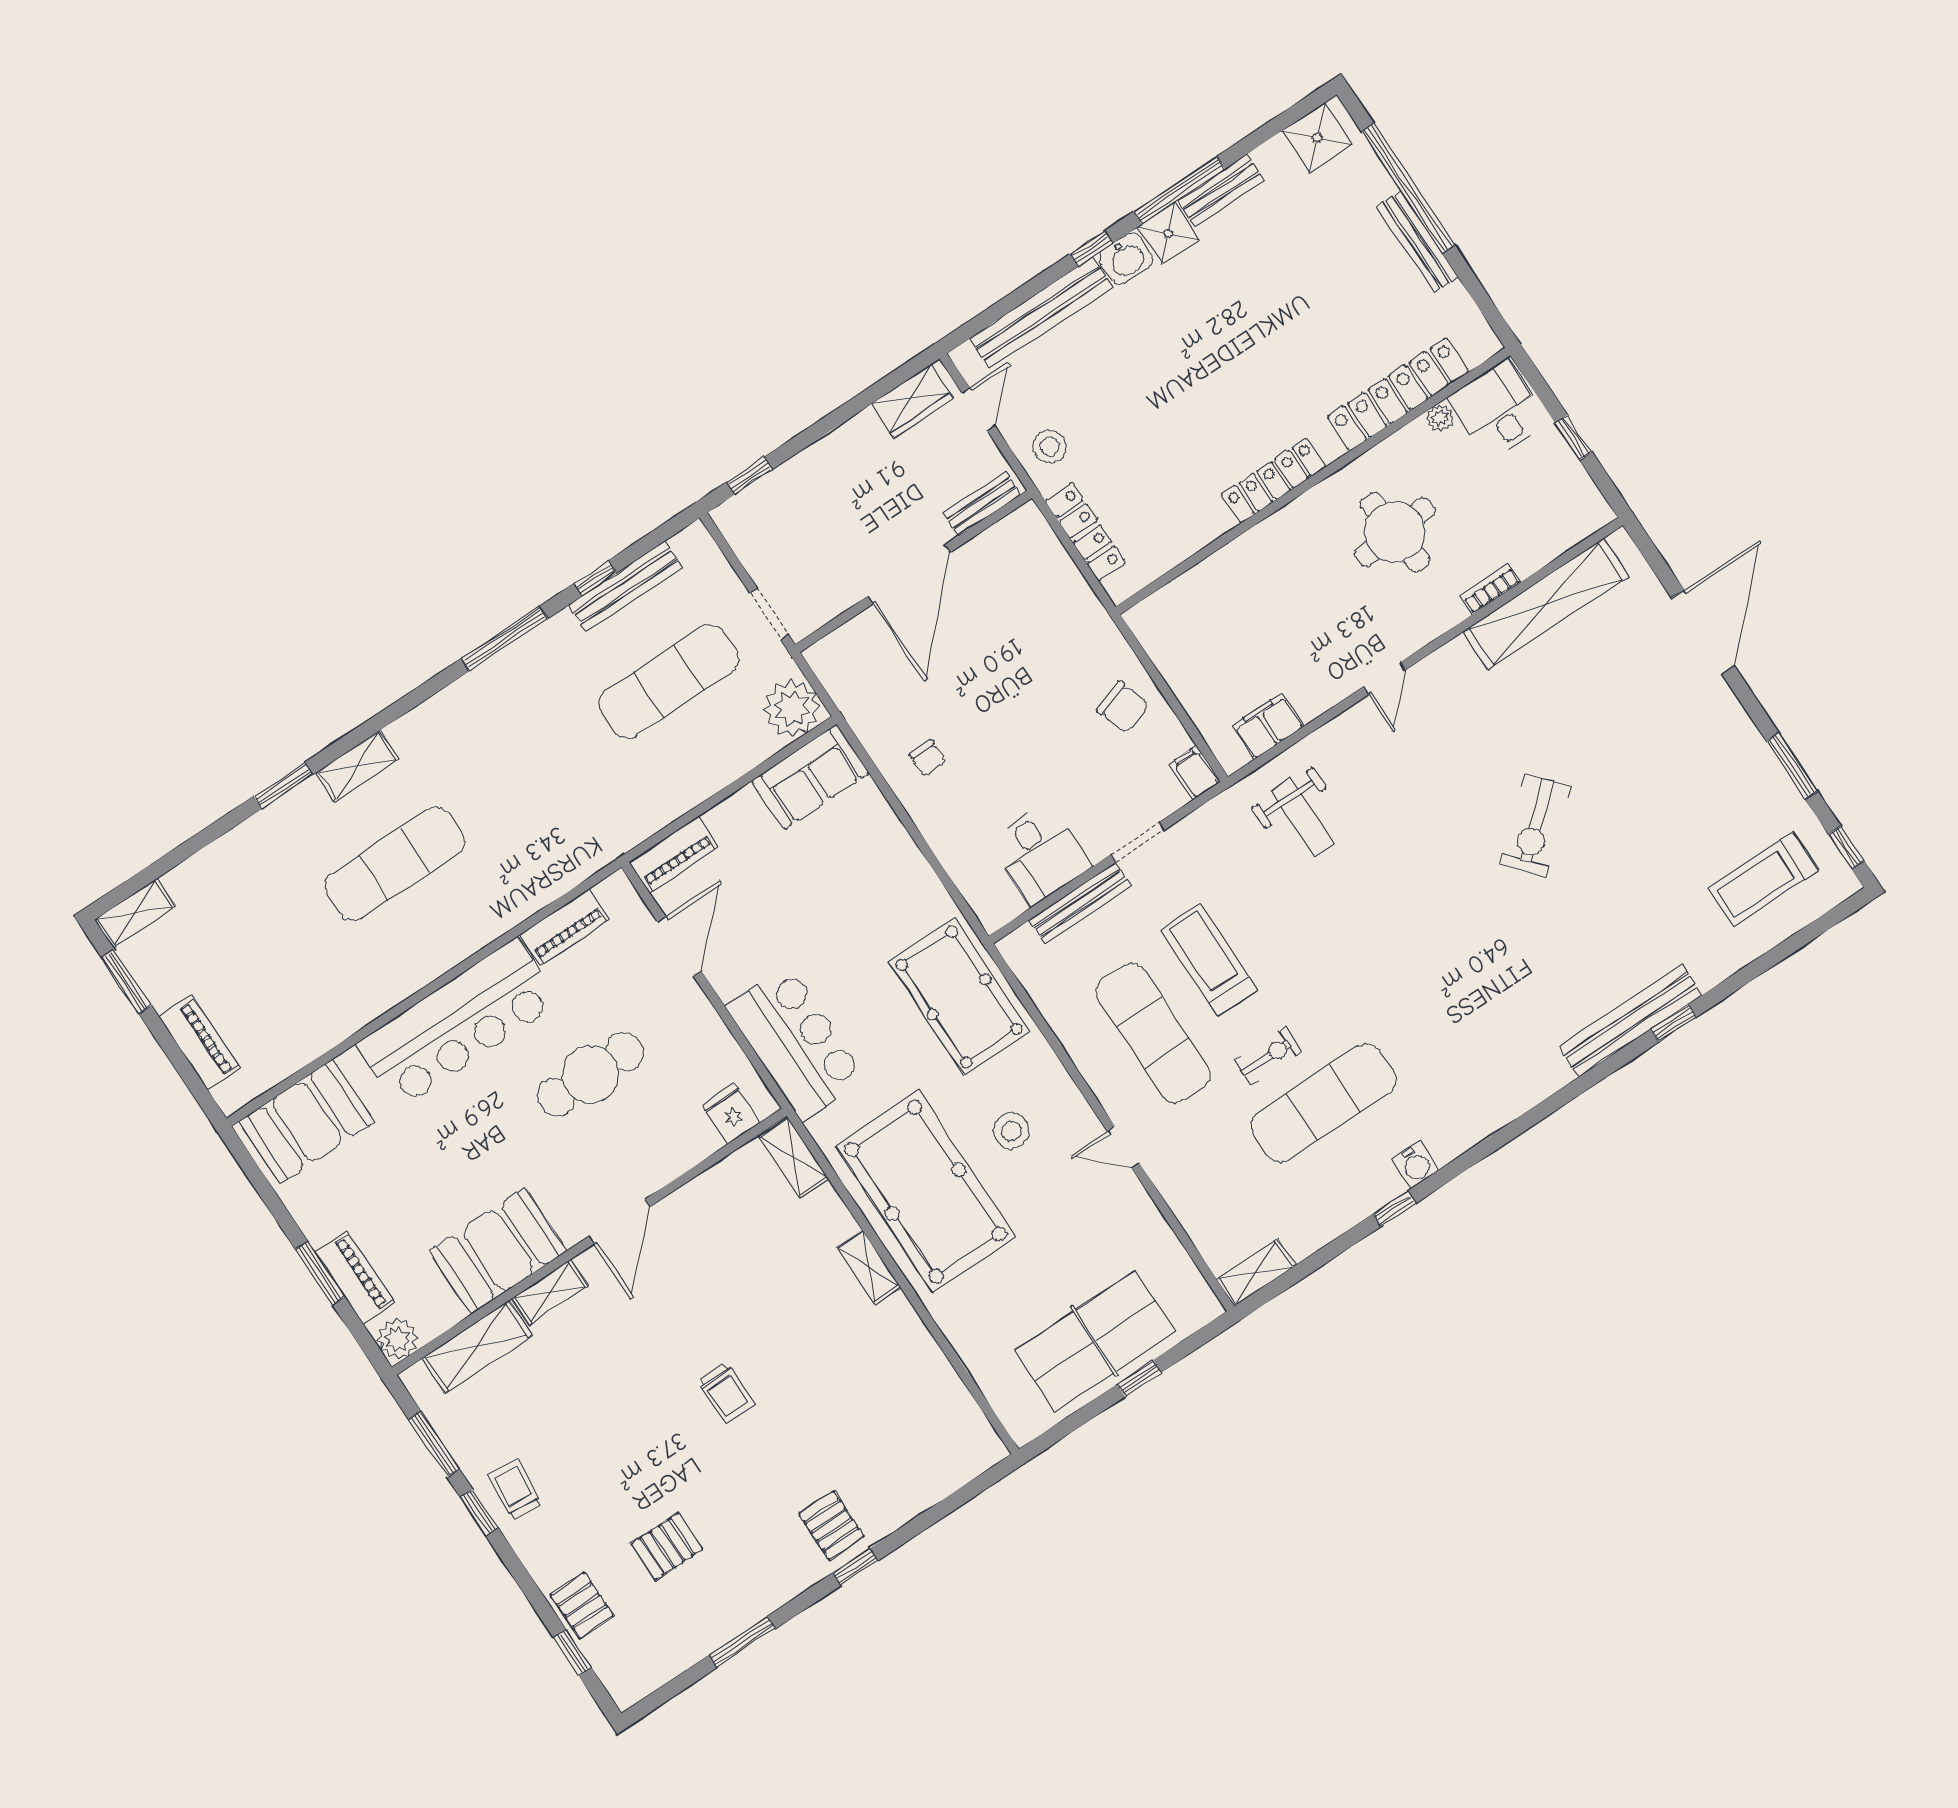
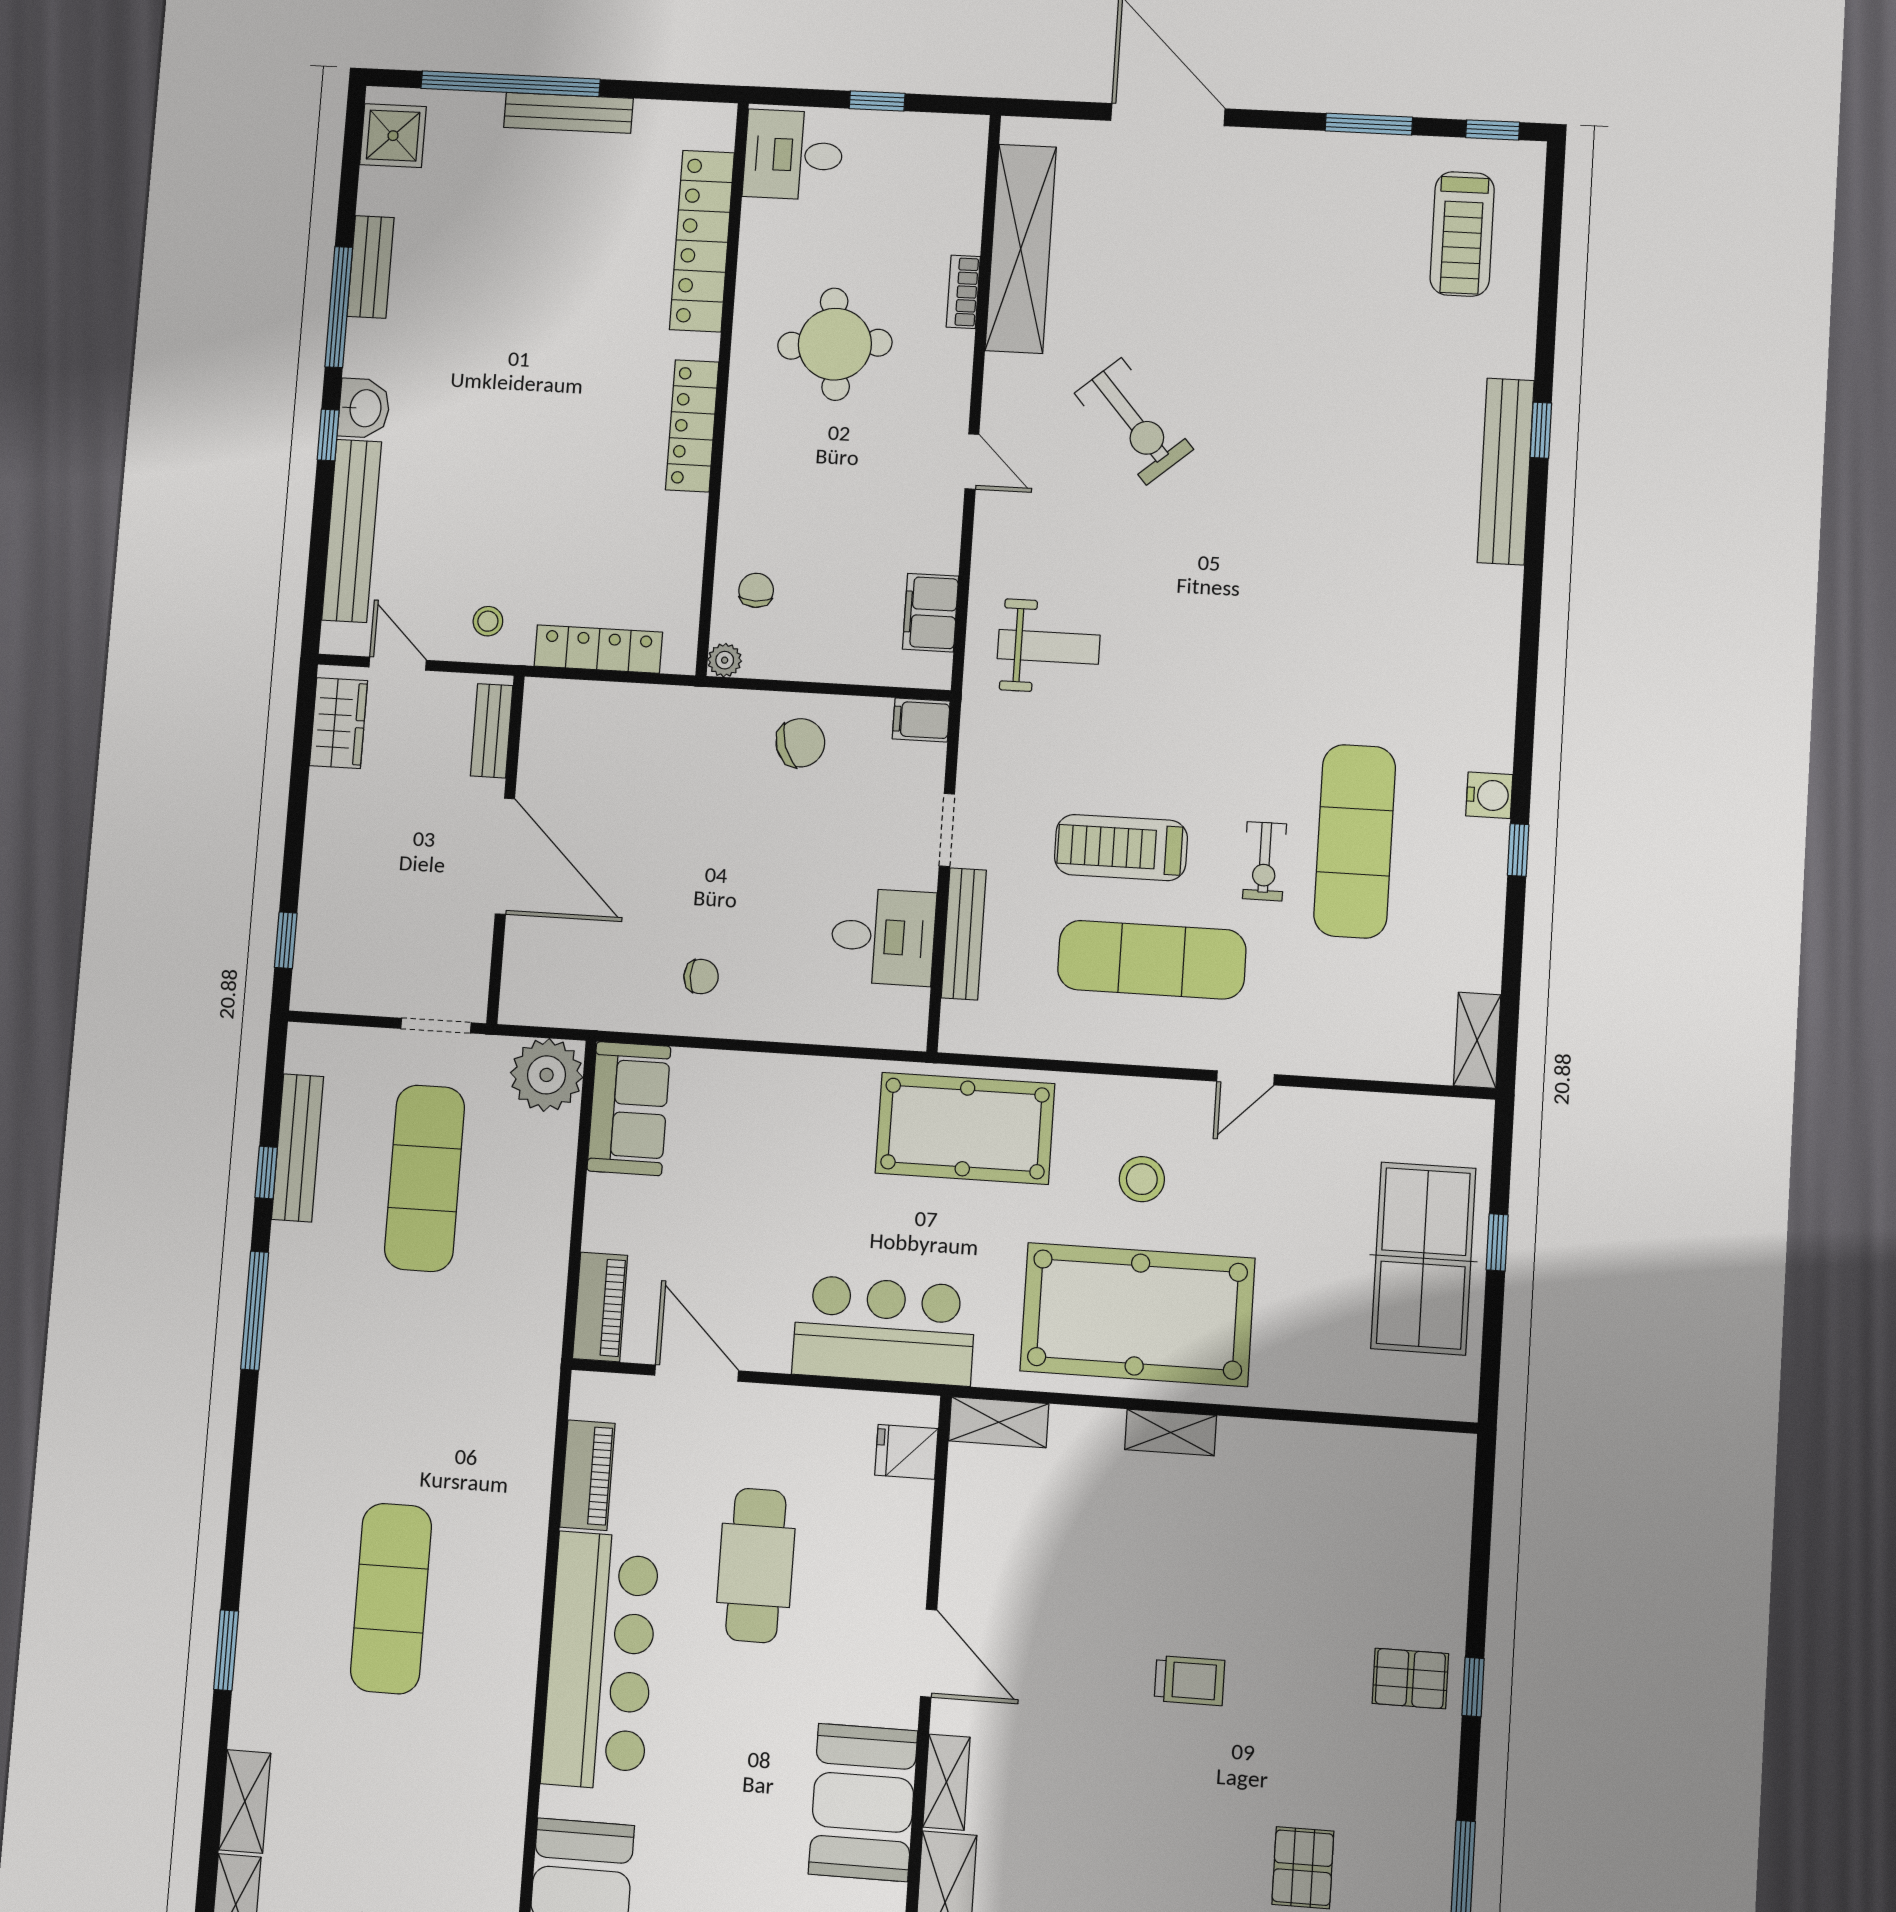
shower: (1168, 233) -> (372, 349), removed
plant: (1440, 418) -> (725, 660), moved
stool: (1050, 447) -> (488, 621), width x0.73, depth x0.73
chair: (1199, 604) -> (756, 590), added
shelving: (357, 766) -> (245, 1802), moved
exercise bike: (1535, 825) -> (1134, 421), moved
exercise bike: (1268, 1056) -> (1265, 861), turned 180

